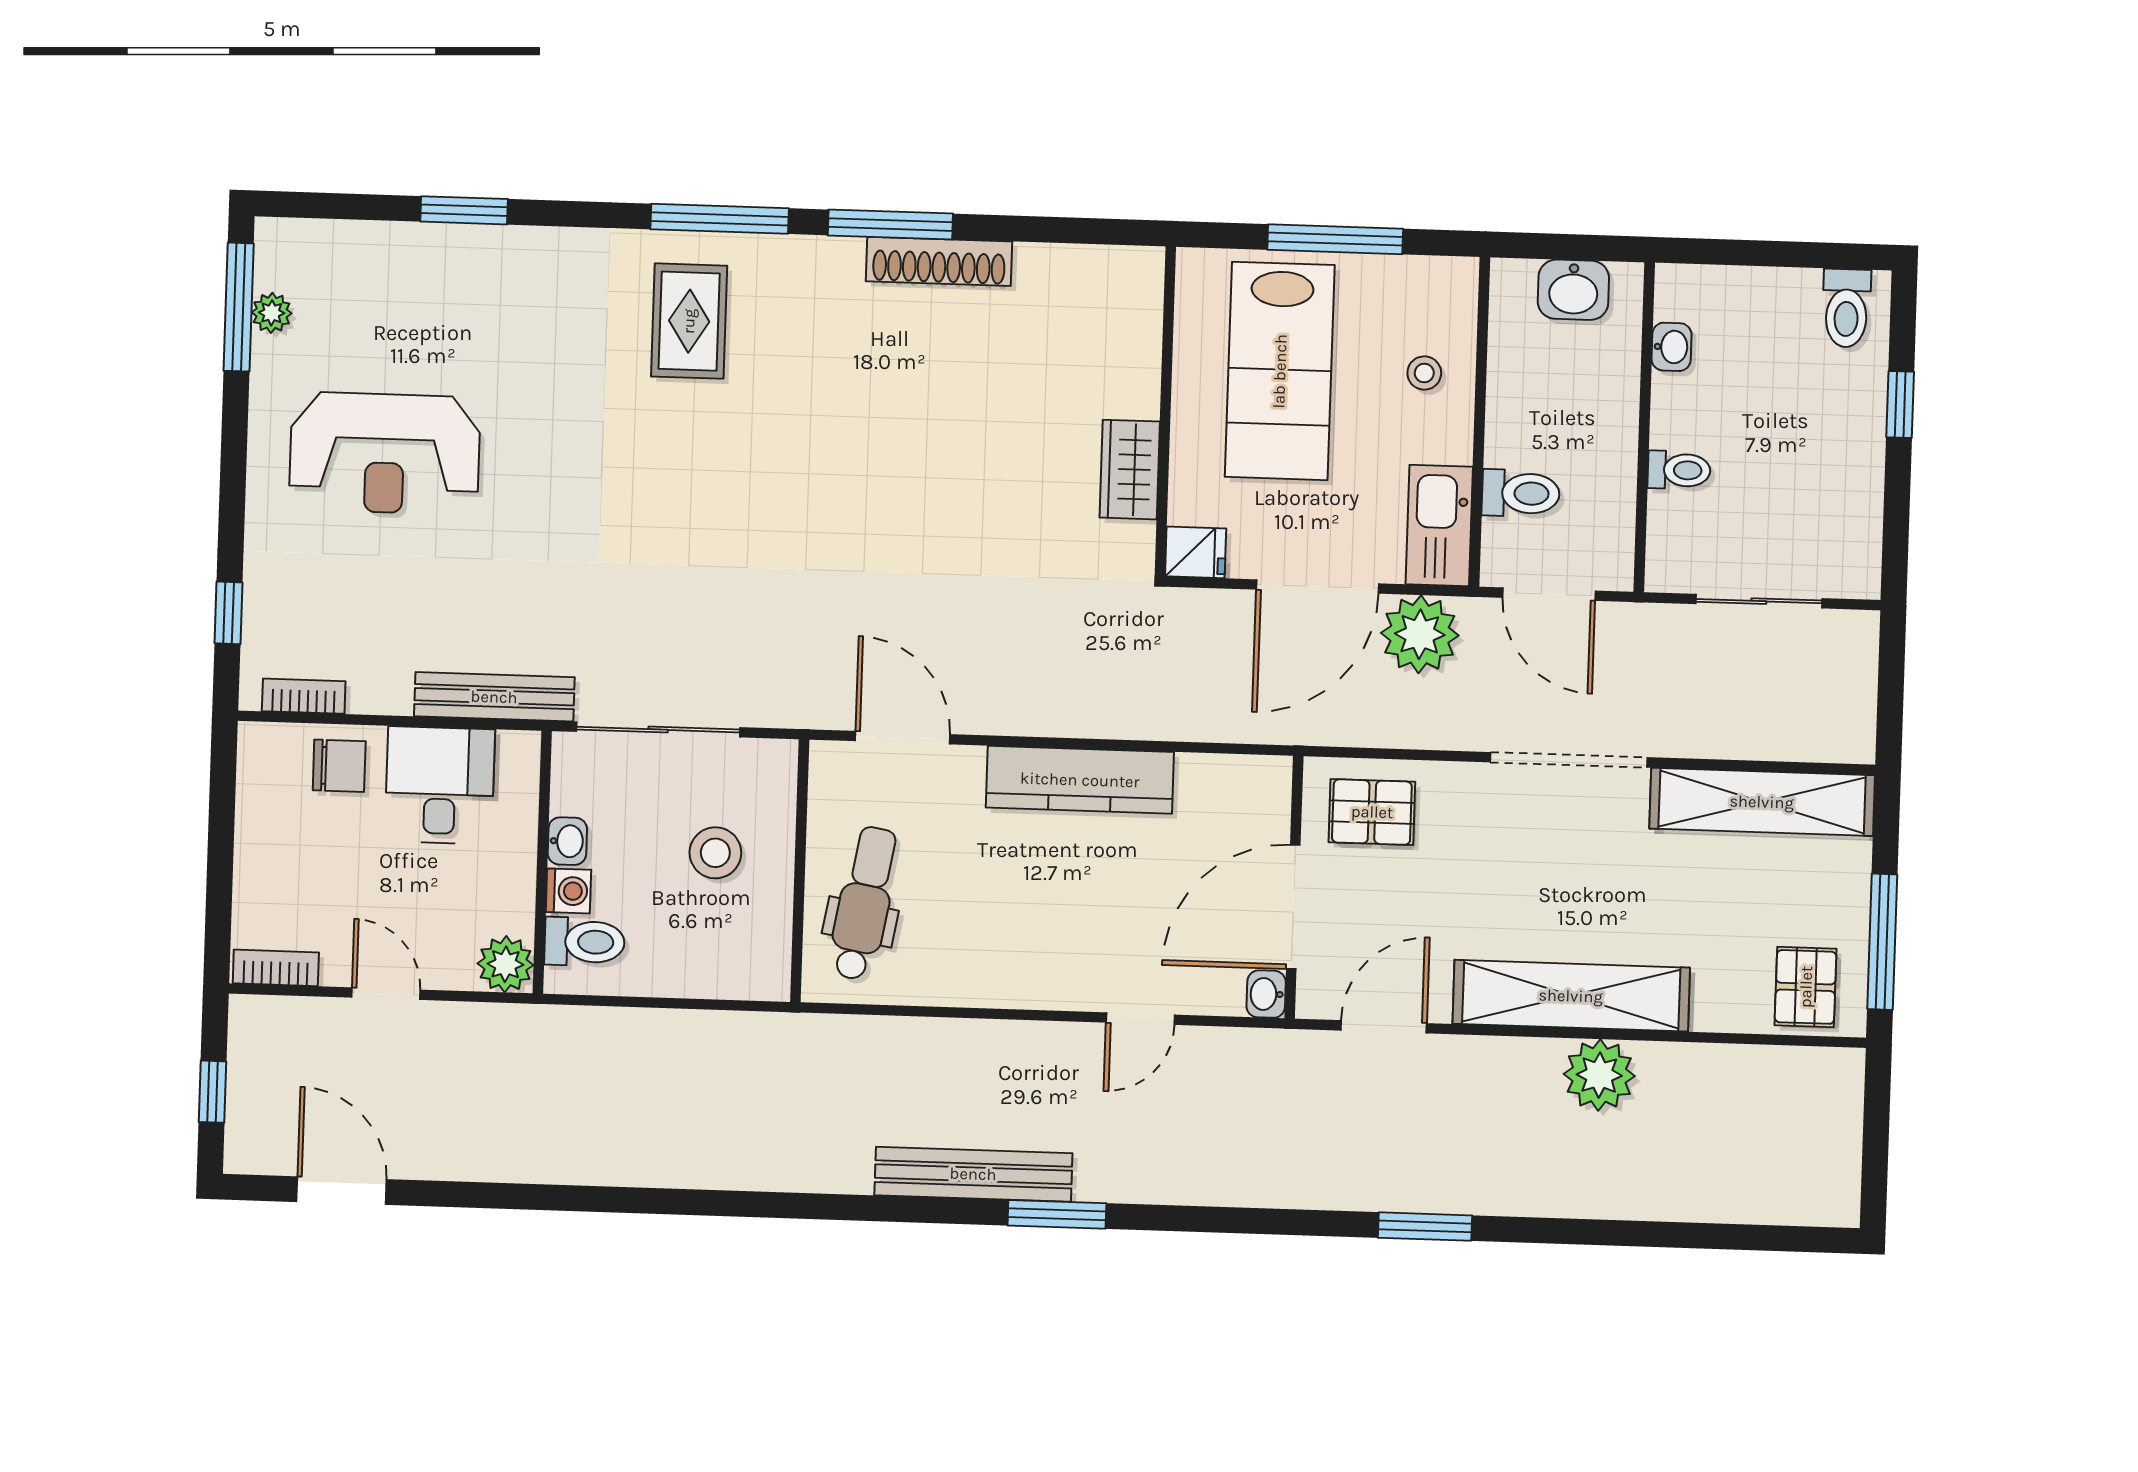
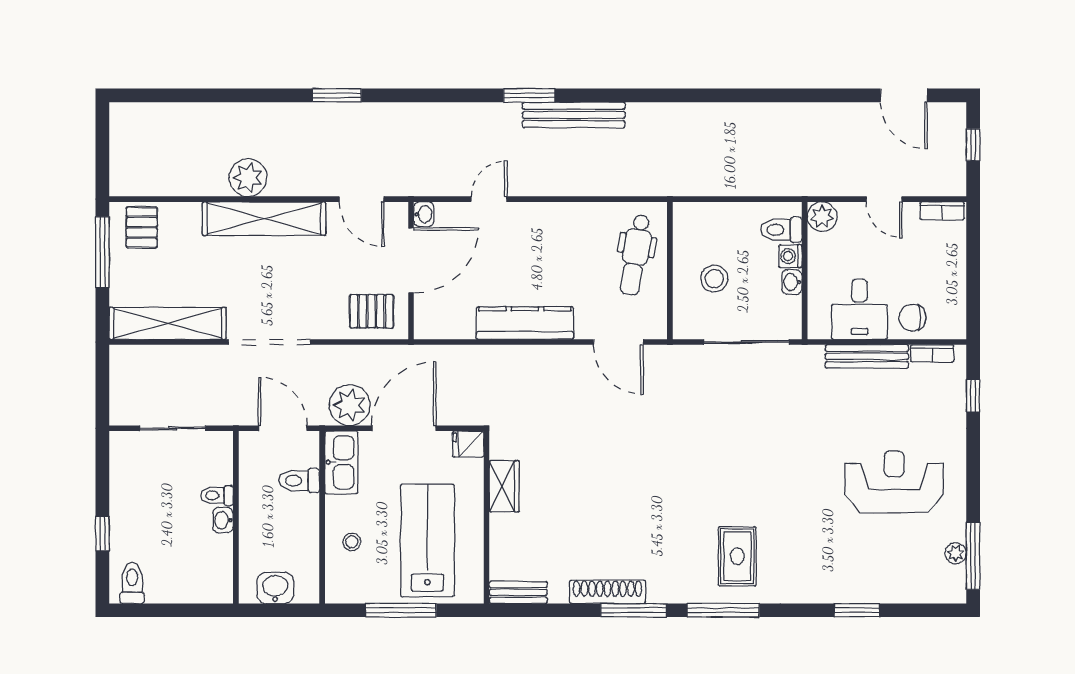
bench: (1110, 266) -> (518, 592), added
washbasin: (1671, 347) -> (223, 520), moved
bench: (494, 697) -> (867, 356), moved
door: (1384, 1027) -> (362, 199), hinge flipped

